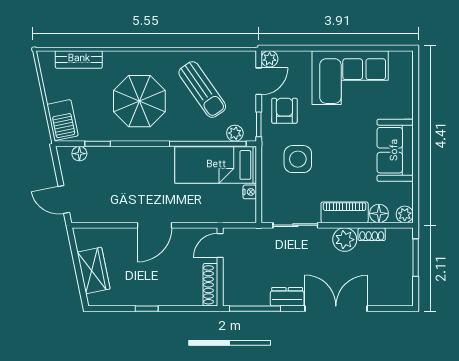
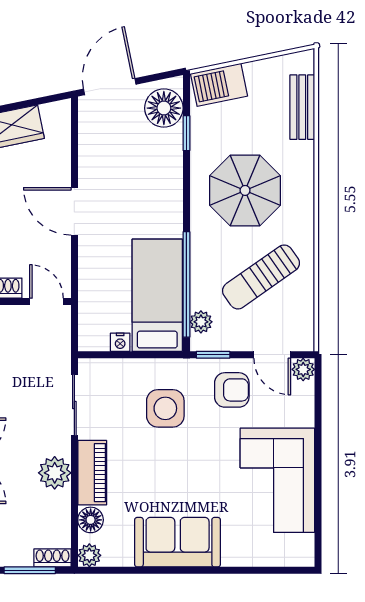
floor lamp: (79, 154) -> (164, 108), width x1.89, depth x1.89
door: (64, 199) -> (110, 87), width x1.38
shoe rack: (372, 234) -> (53, 558), moved, turned 90

